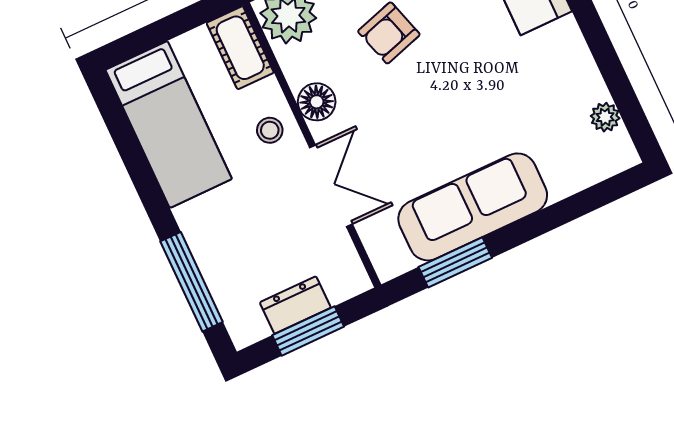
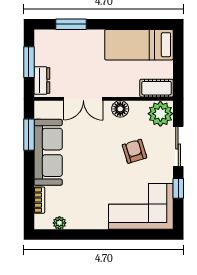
stool: (270, 130) -> (118, 85), removed
bookcase: (578, 180) -> (39, 200), added
window: (192, 282) -> (71, 24), width x0.69
dresser: (295, 305) -> (42, 80), moved

